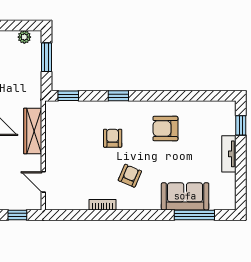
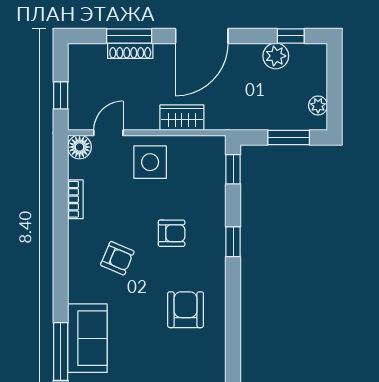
wardrobe: (33, 131) -> (182, 118), width x0.67
side table: (63, 153) -> (150, 162), added
floor lamp: (53, 202) -> (80, 147), added
bookcase: (102, 205) -> (75, 199), moved

